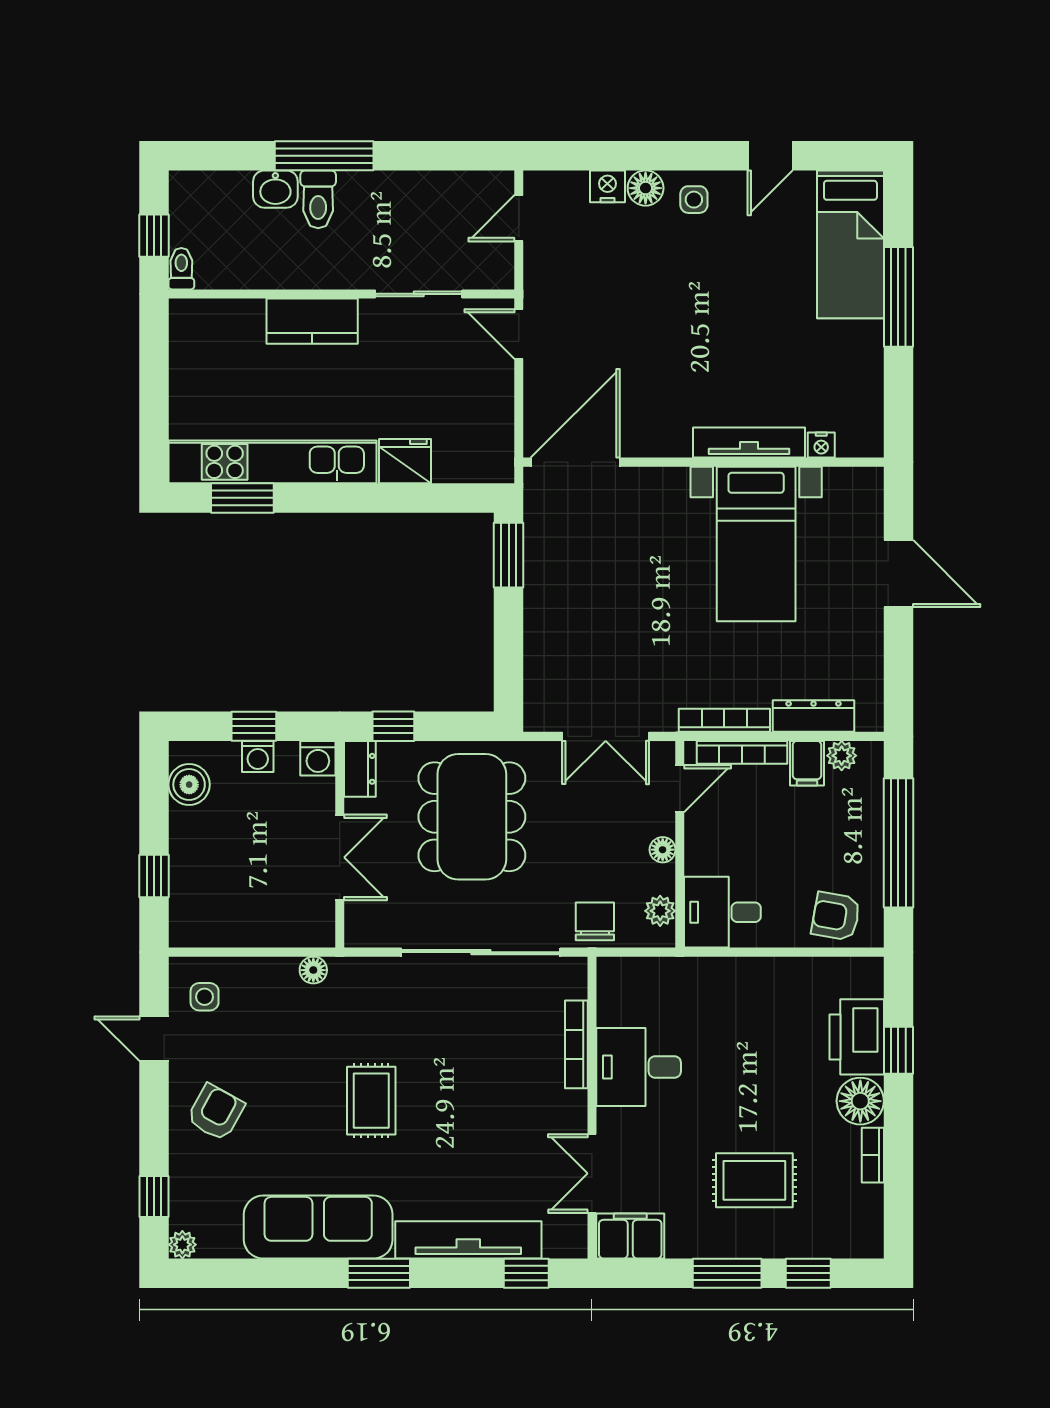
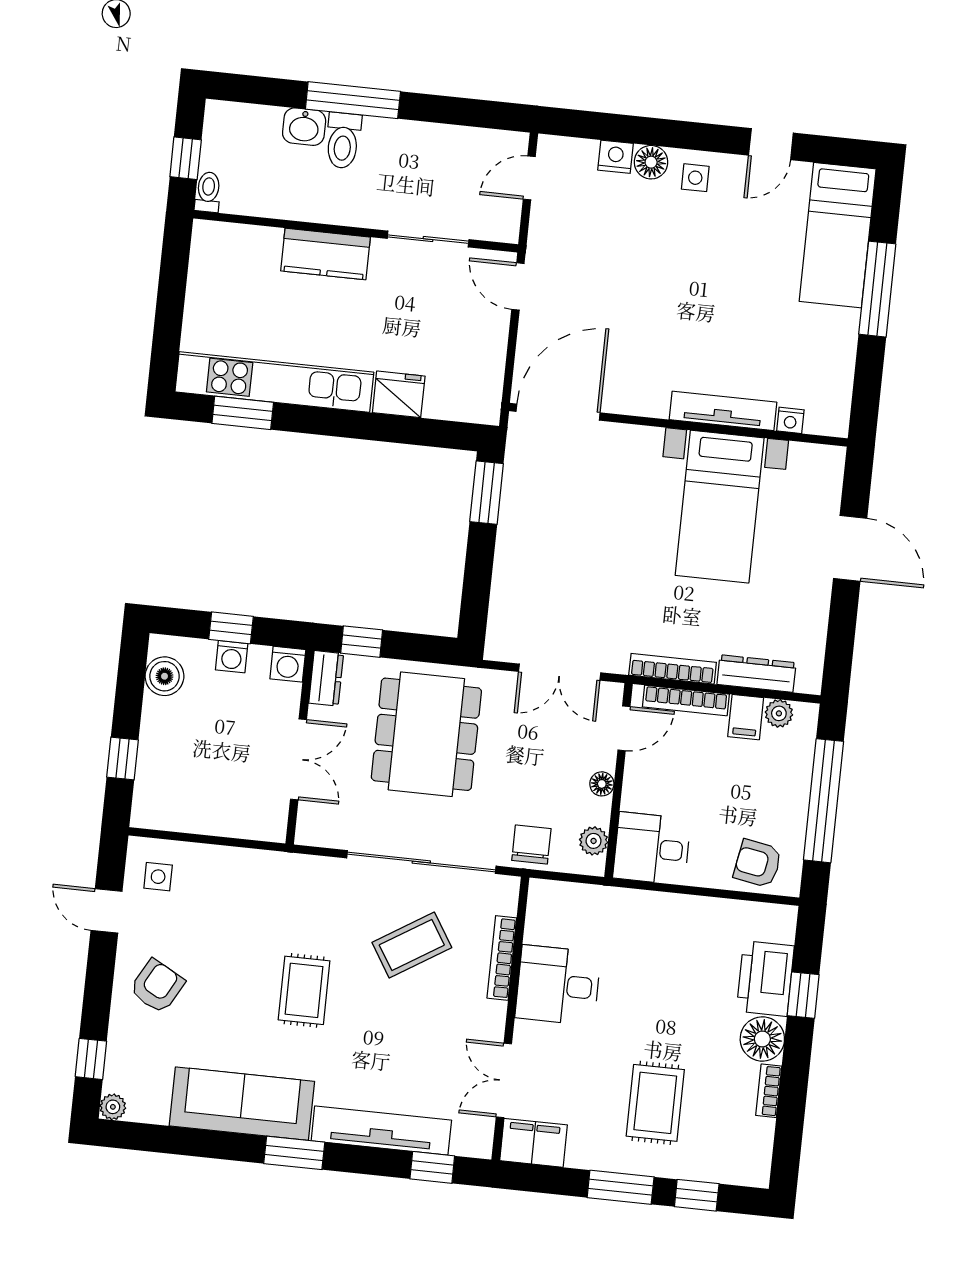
floor lamp: (313, 970) -> (263, 862), removed
coffee table: (480, 1041) -> (412, 945), added
rug: (754, 1180) -> (655, 1103), turned 90

